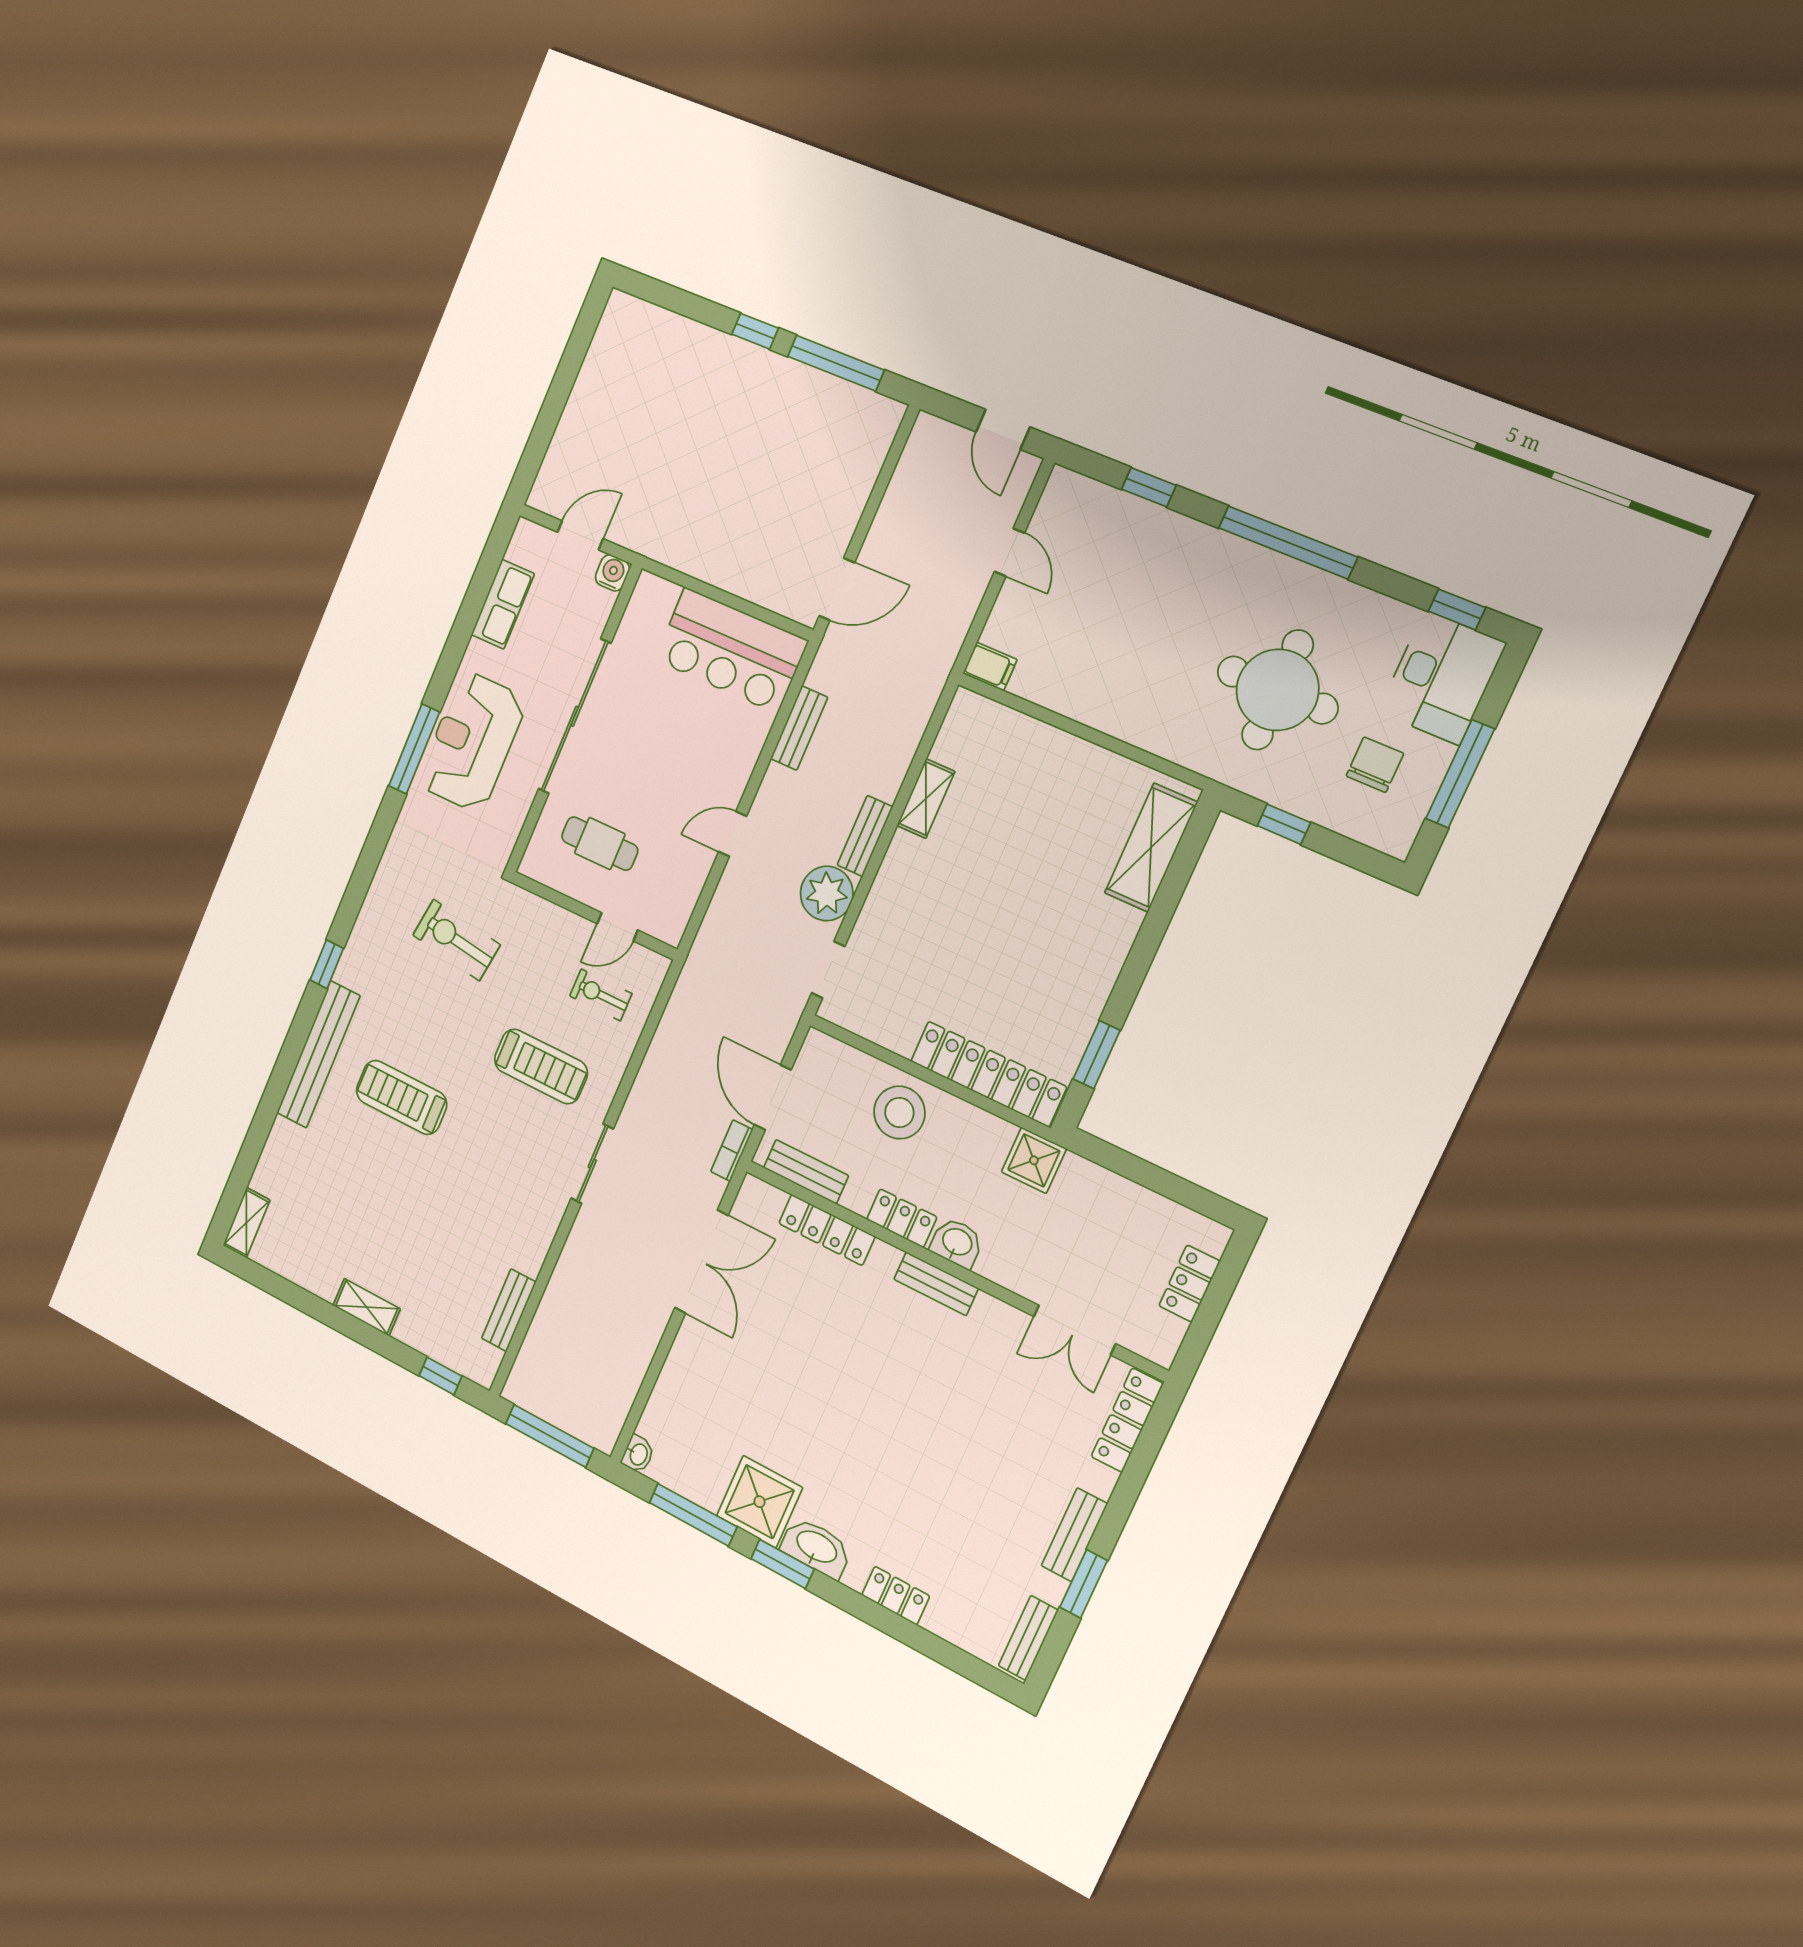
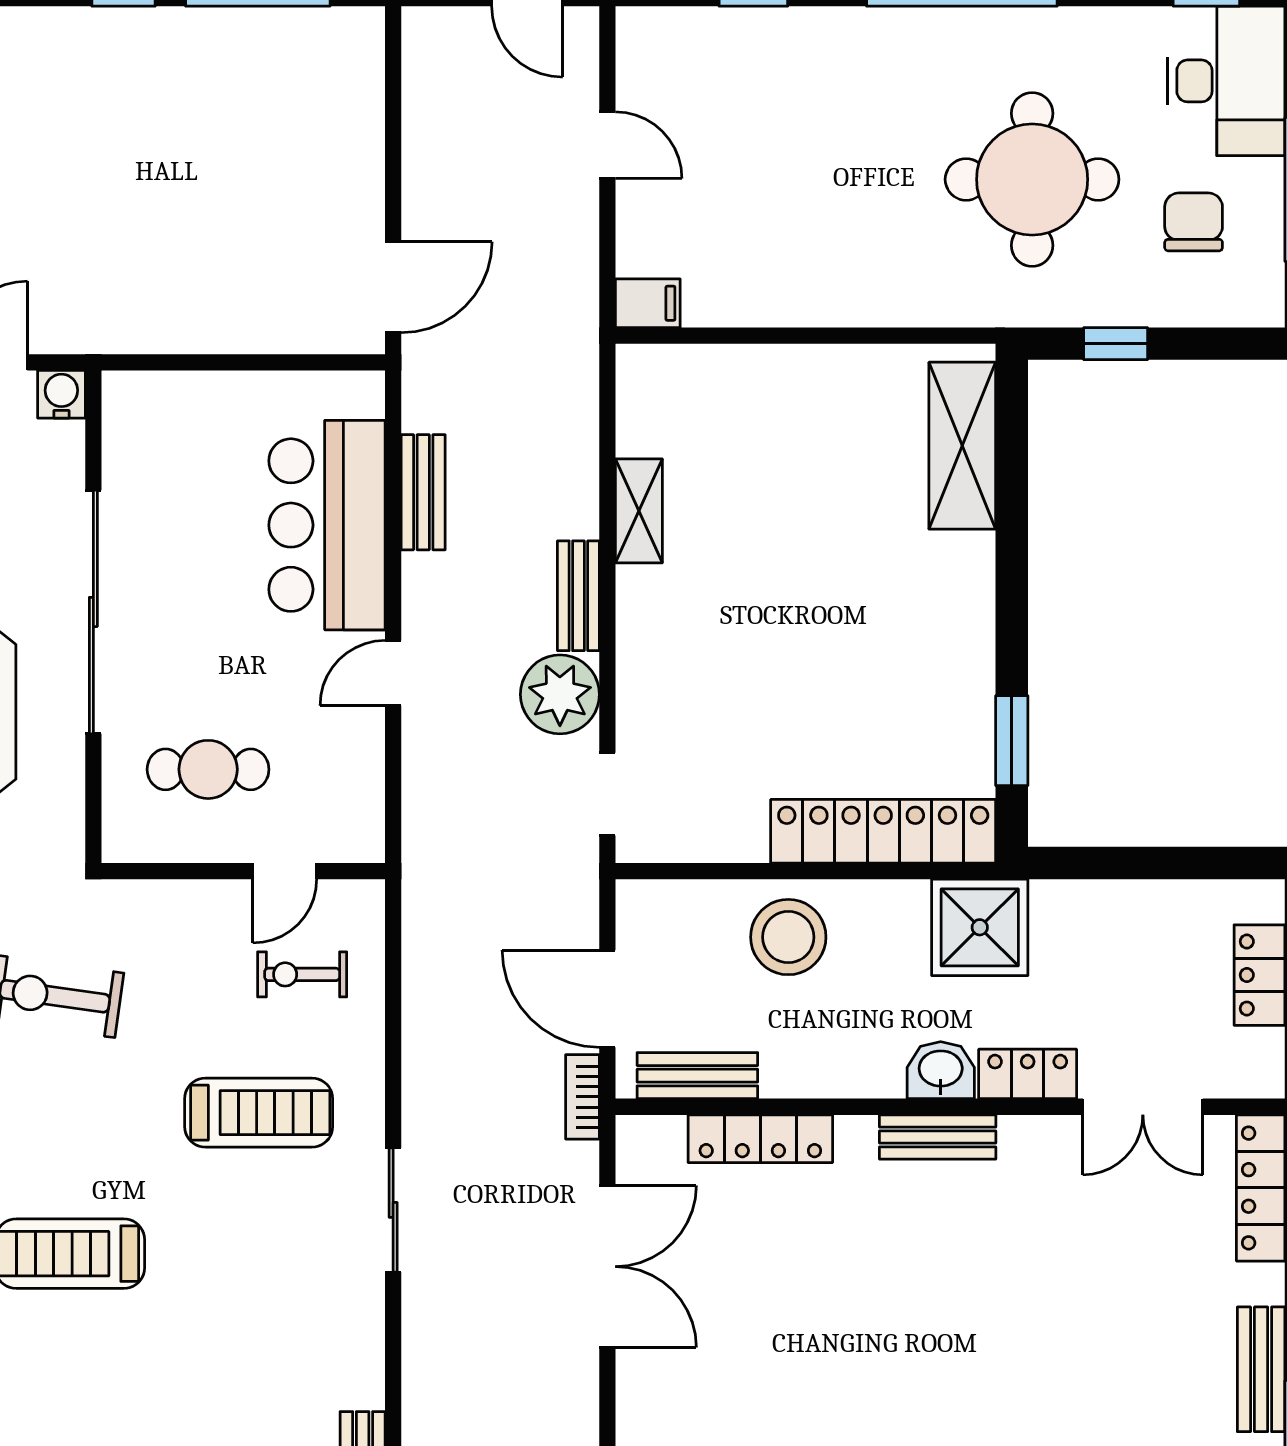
bar counter: (731, 650) -> (327, 525), moved, turned 90
shower: (1034, 1160) -> (980, 927), width x1.36, depth x1.36
locker: (902, 1218) -> (1028, 1074), moved

